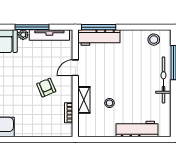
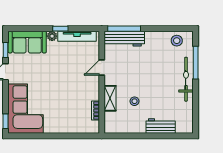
window: (32, 27) -> (60, 29), width x0.46
armchair: (46, 88) -> (74, 86), removed
workbench: (137, 129) -> (161, 126), width x0.73

